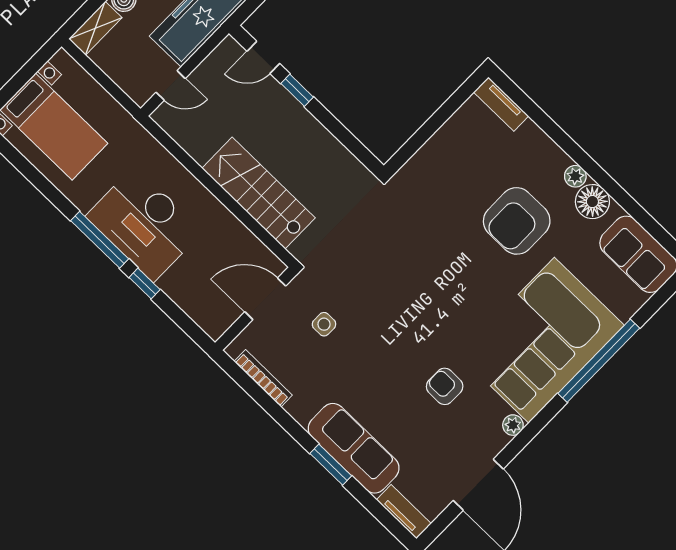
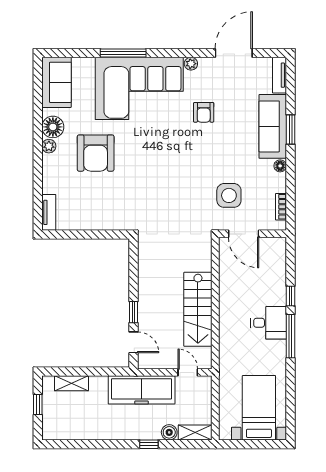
stairs: (259, 193) -> (198, 309), moved
armchair: (517, 221) -> (96, 153), turned 90
desk: (144, 224) -> (269, 323), width x0.53, depth x0.77
side table: (324, 324) -> (229, 195), width x1.87, depth x1.87
window: (599, 361) -> (123, 53), width x0.68
bookcase: (263, 378) -> (281, 207), width x0.64
floor lamp: (301, 414) -> (280, 166), added

